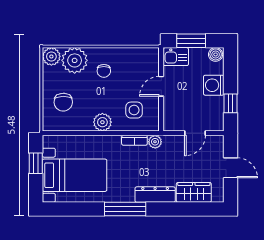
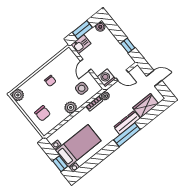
plant: (75, 60) -> (31, 87), removed
washing machine: (214, 85) -> (106, 78), moved, turned 90
door: (195, 133) -> (122, 75), hinge flipped
window: (36, 163) -> (60, 164), moved
window: (125, 209) -> (127, 135), moved

